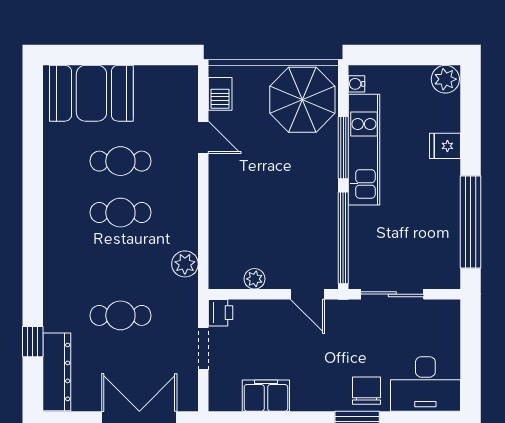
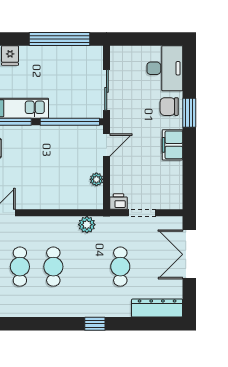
window: (33, 342) -> (95, 324), moved
filing cabinet: (266, 396) -> (172, 145), moved

